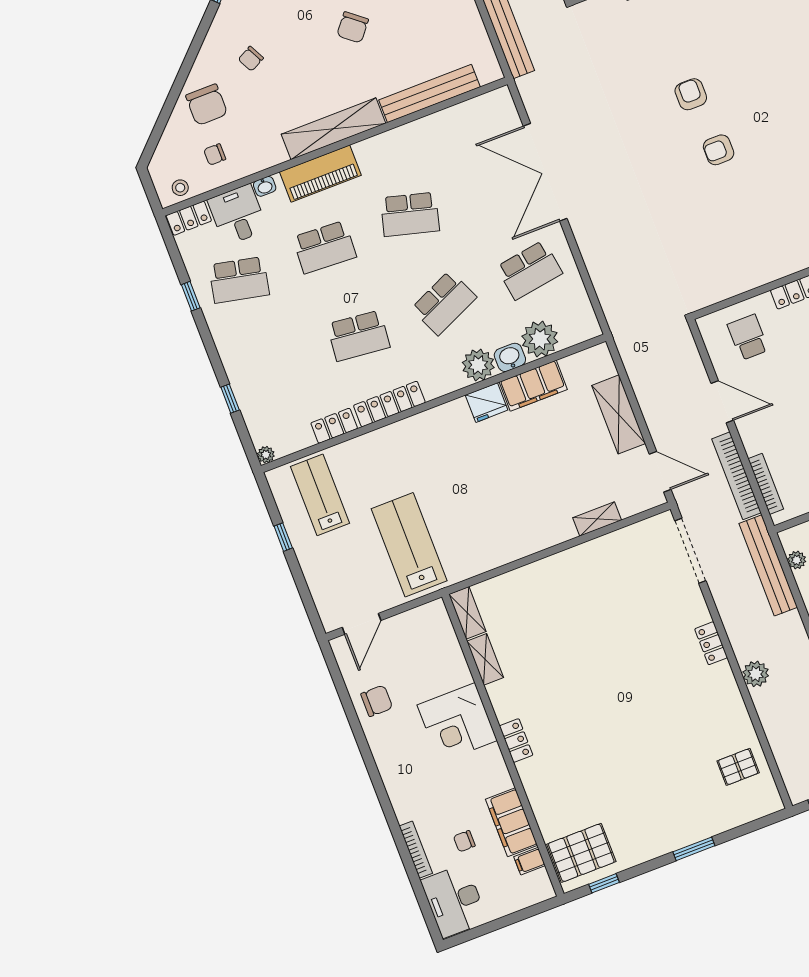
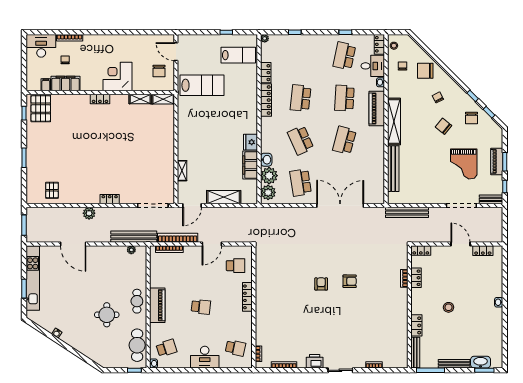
chair: (353, 27) -> (443, 126), moved
plant: (478, 365) -> (268, 192), moved
chair: (377, 701) -> (159, 71), moved

